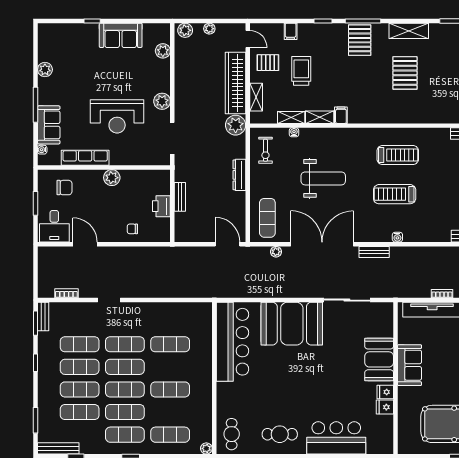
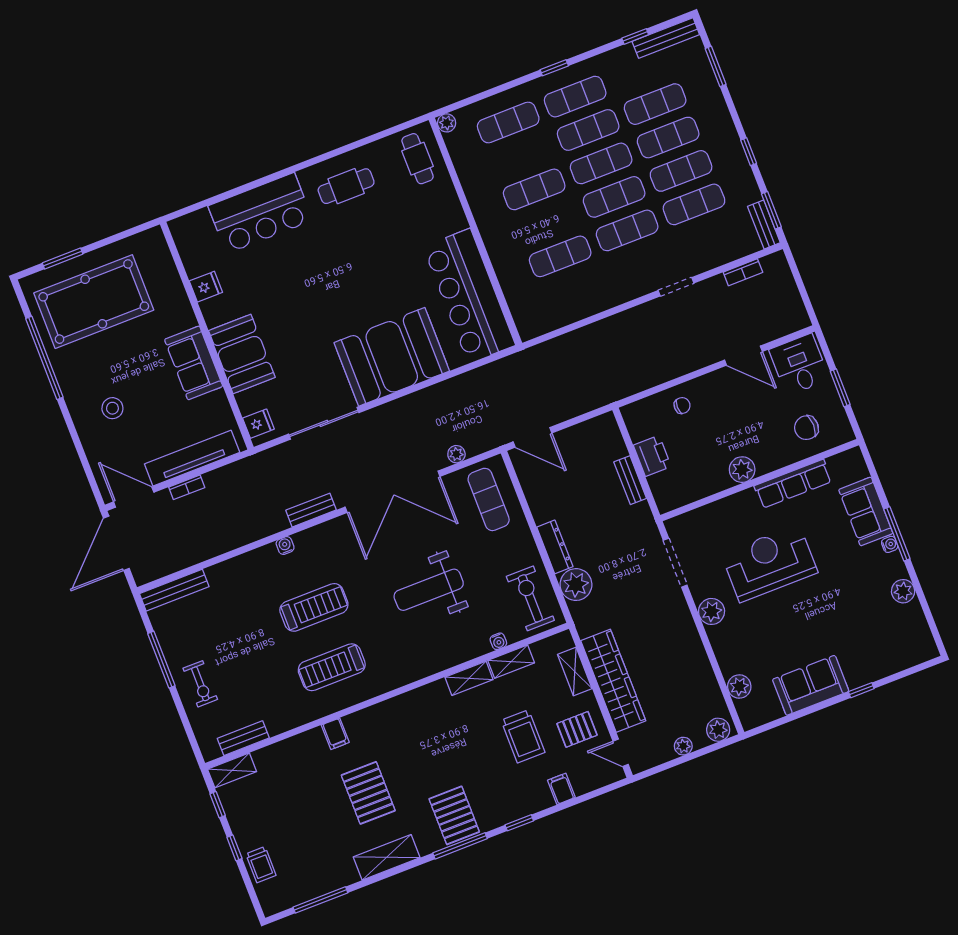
filing cabinet: (341, 115) -> (335, 734), moved
plant: (236, 125) -> (576, 585), moved
water cooler: (42, 150) -> (890, 544), moved
exercise bike: (265, 150) -> (530, 598), width x1.38, depth x1.39
fridge: (385, 392) -> (258, 424), moved

